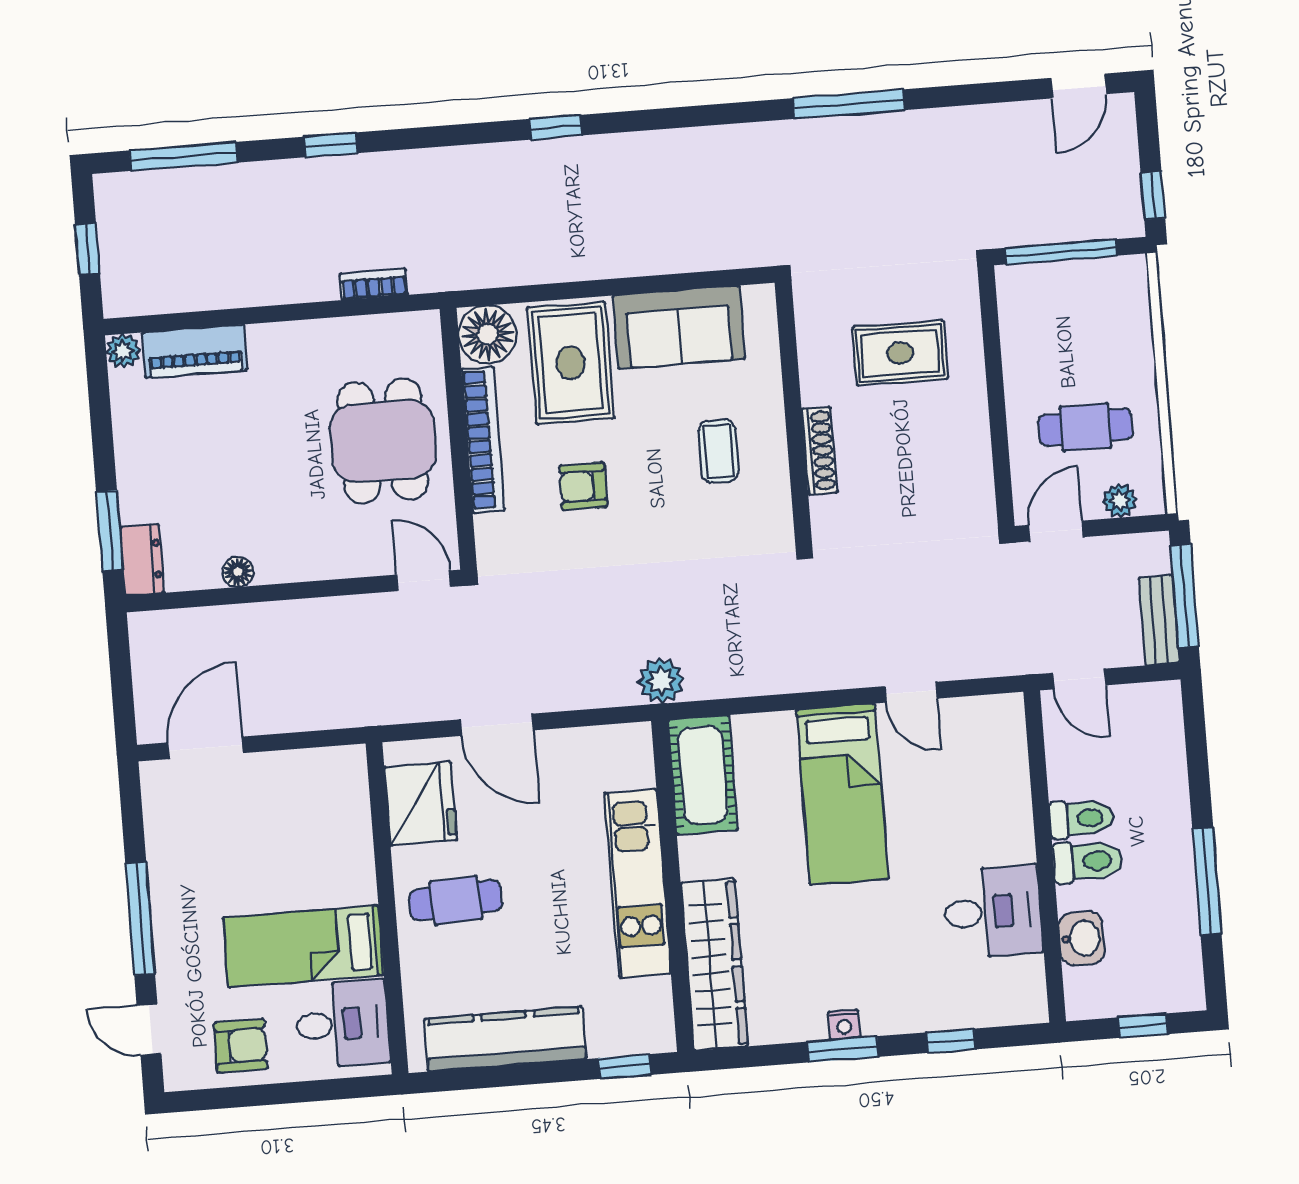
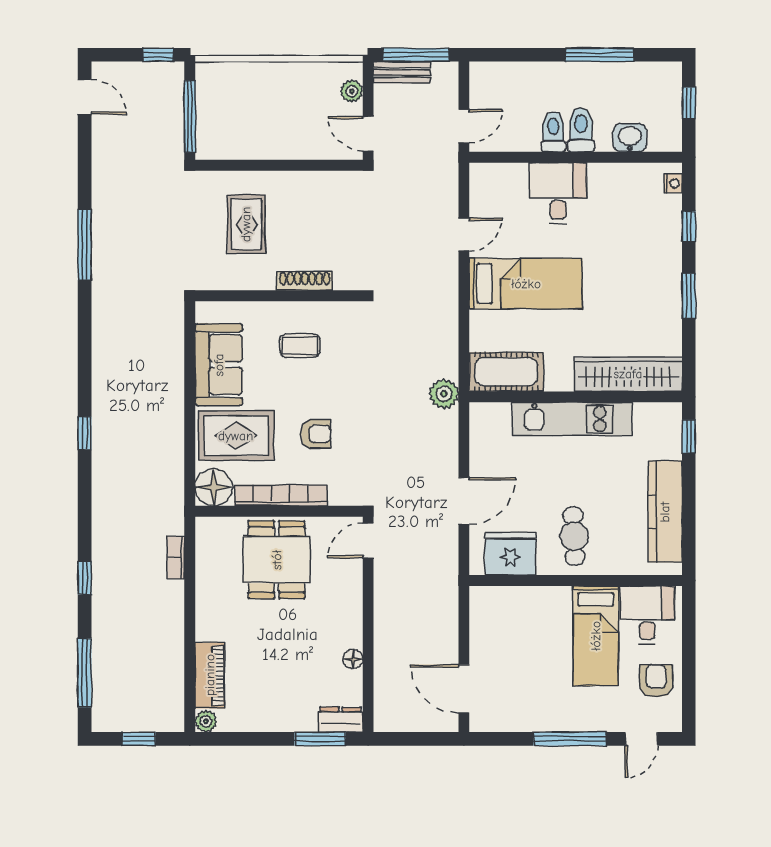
cafe table: (1085, 427) -> (303, 110), removed
dining table: (383, 441) -> (277, 560), turned 90
armchair: (583, 486) -> (316, 434), turned -90
bench: (1159, 620) -> (402, 72), moved
desk: (993, 912) -> (558, 193), moved
nightstand: (844, 1025) -> (673, 183), moved

